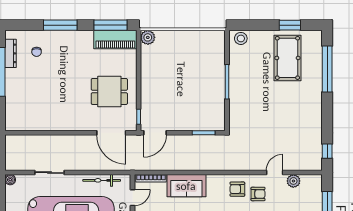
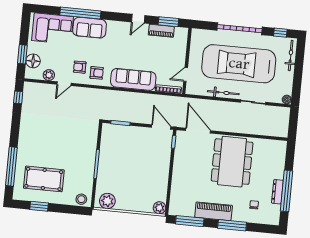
piano: (115, 39) -> (214, 211), moved
plant: (210, 39) -> (107, 201), added
dresser: (11, 53) -> (277, 192), moved
pool table: (287, 58) -> (44, 179), turned 90
dining table: (109, 91) -> (232, 162), moved, width x1.88, depth x1.24
door: (155, 133) -> (161, 127), hinge flipped
bicycle: (102, 180) -> (223, 93), moved
sofa: (186, 186) -> (133, 79), width x1.36
floor lamp: (314, 196) -> (33, 61), added

